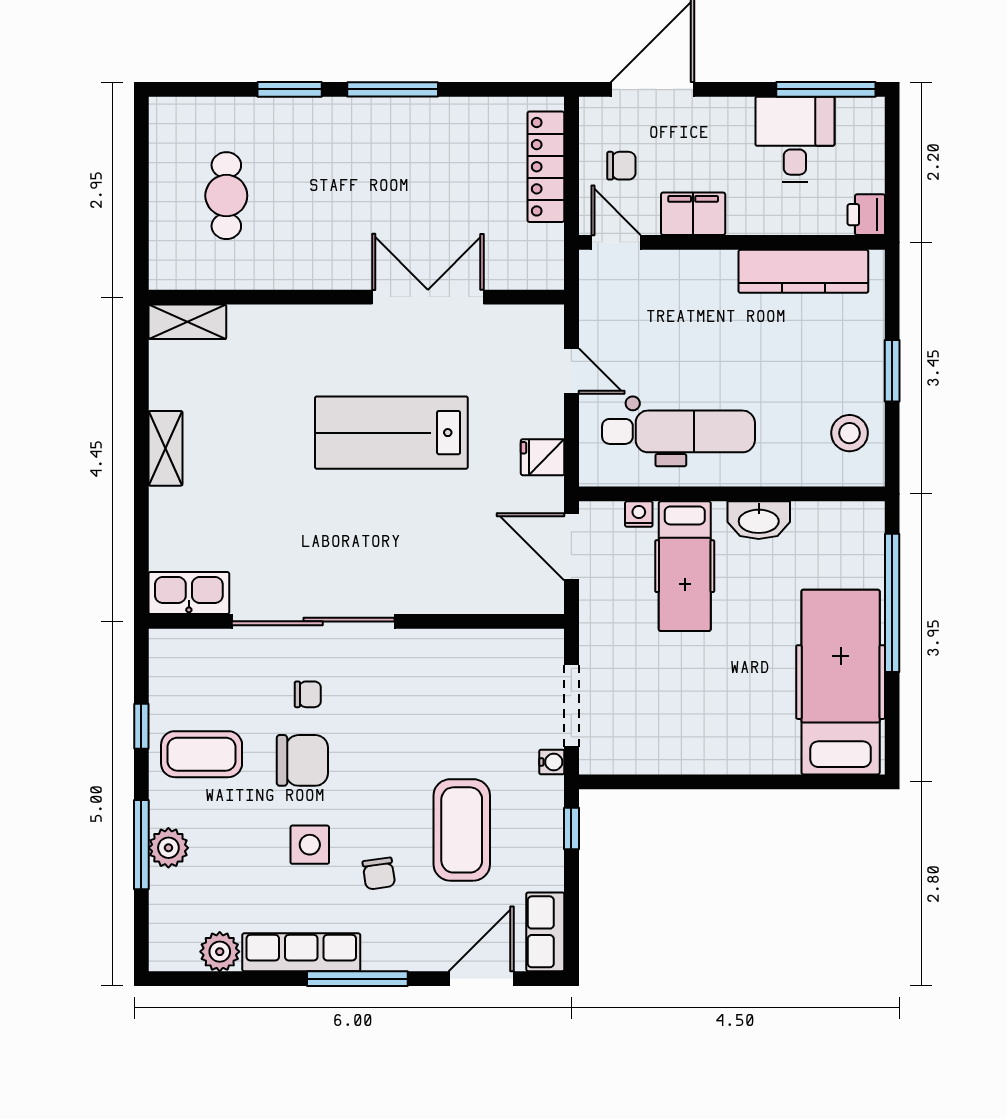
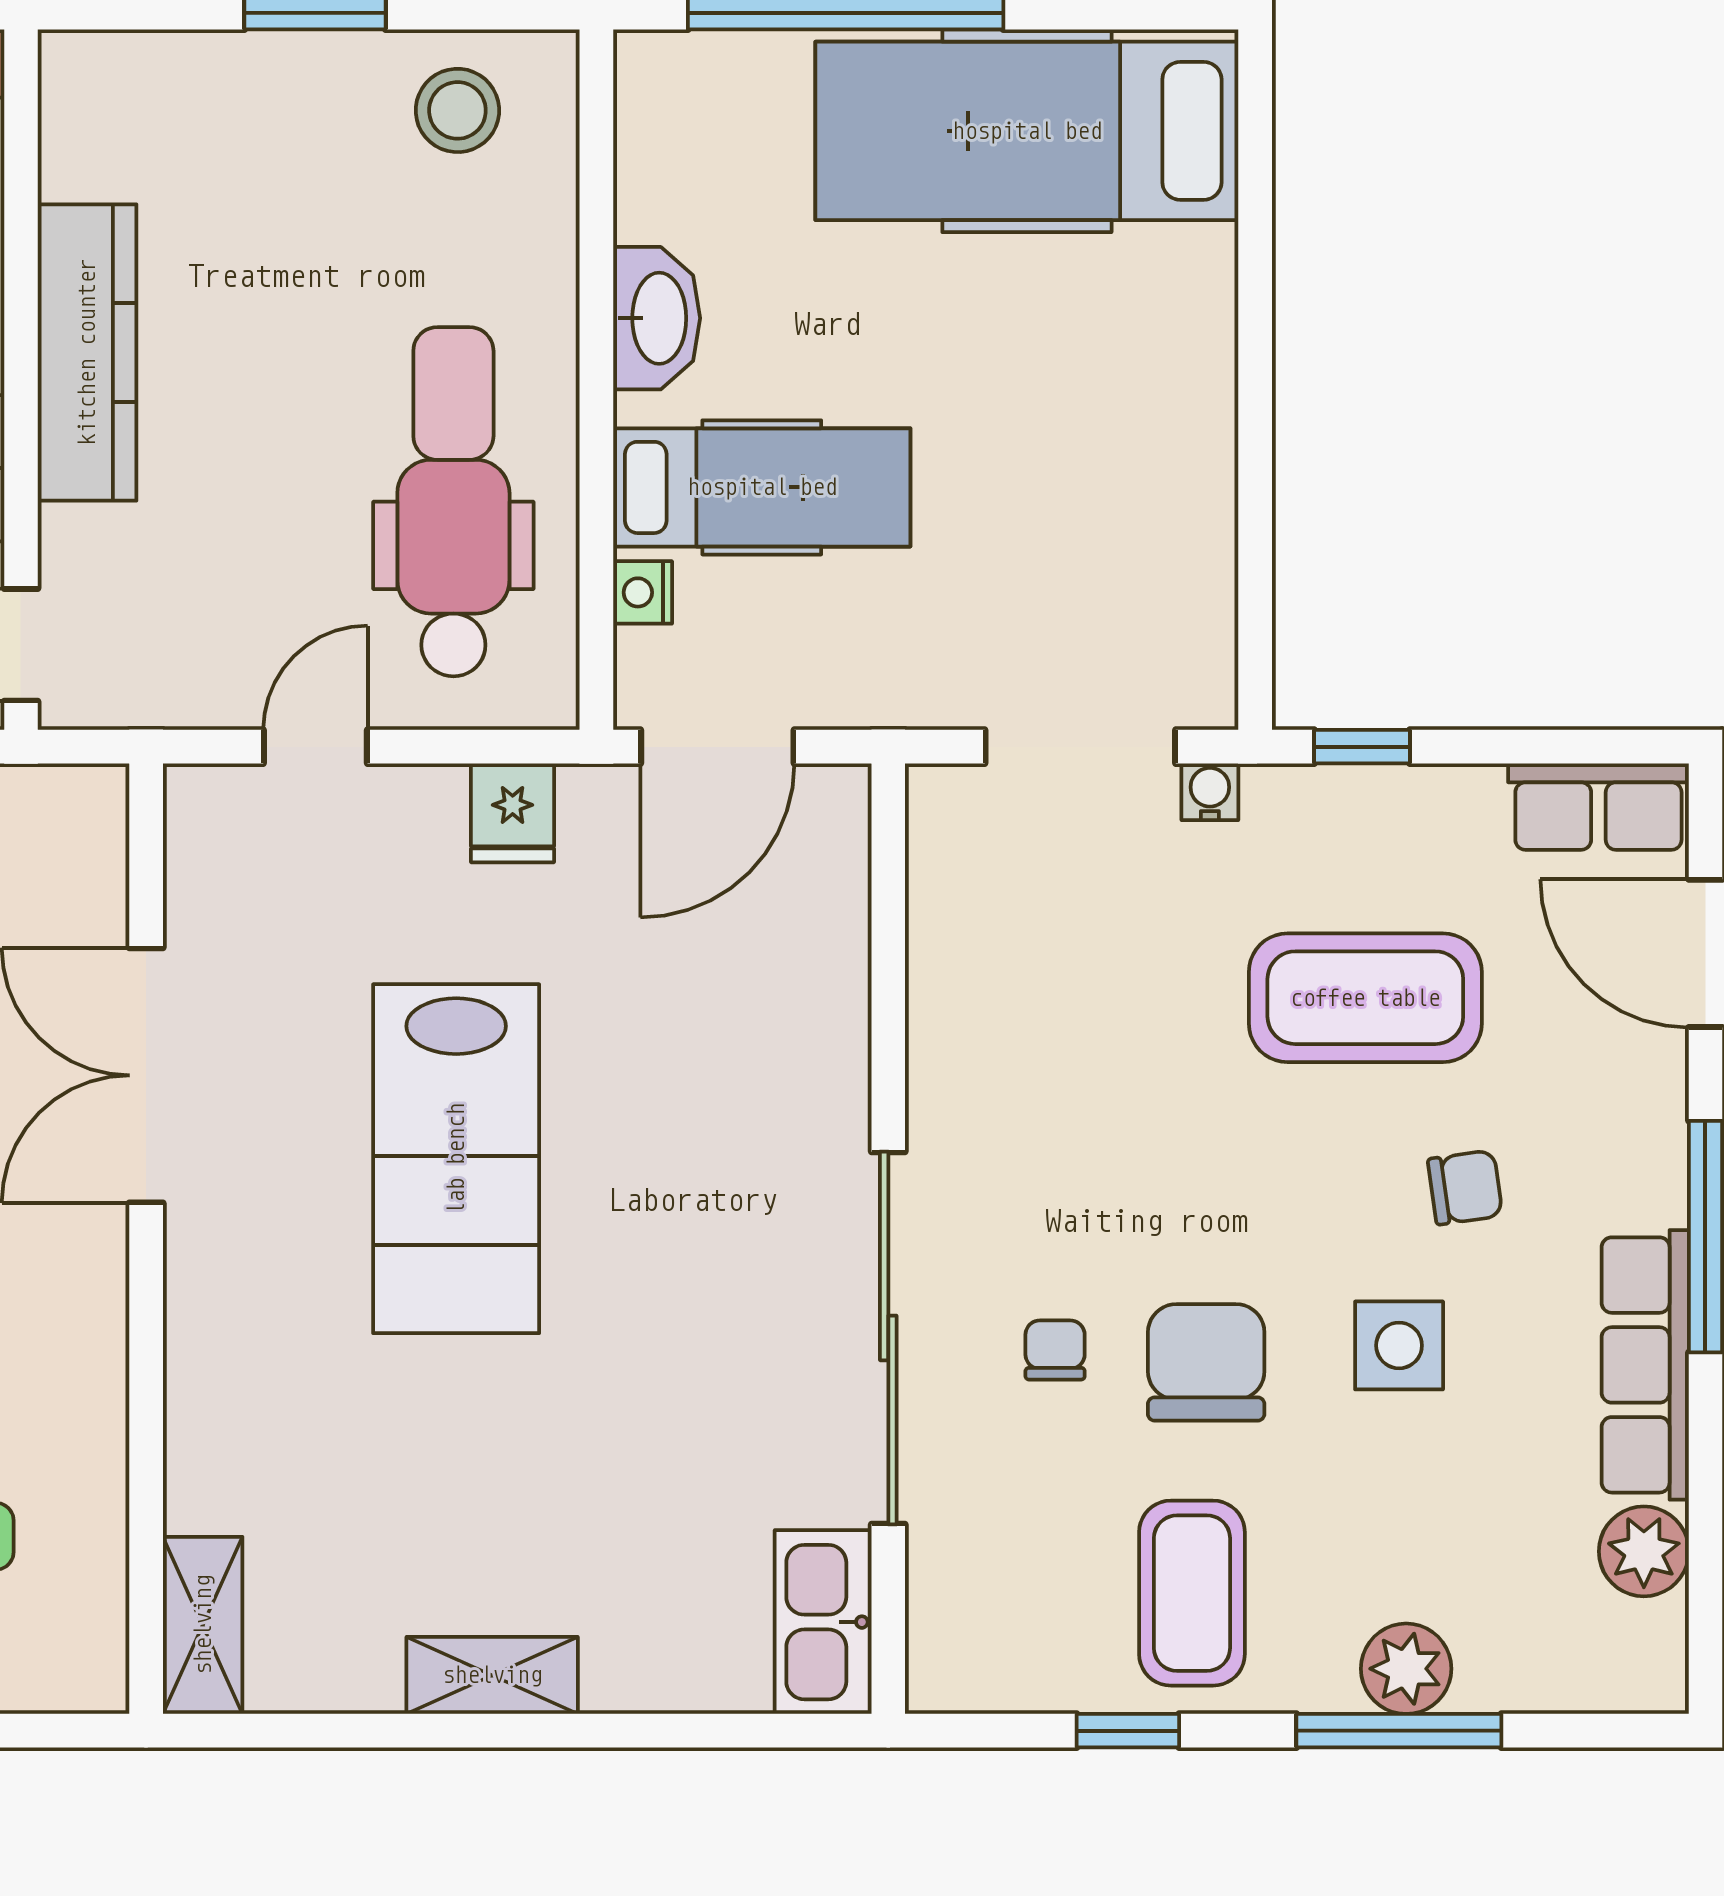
kitchen counter: (803, 271) -> (87, 352), moved

